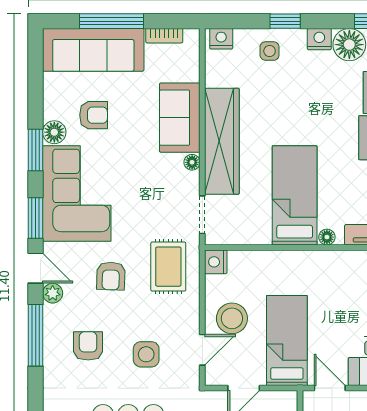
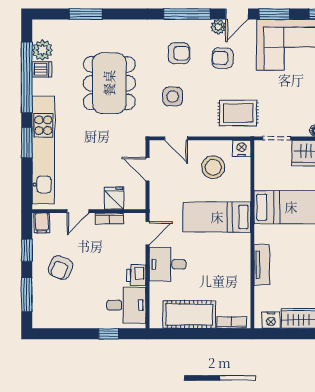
floor lamp: (327, 237) -> (260, 231), removed
armchair: (111, 276) -> (223, 58), moved
stool: (232, 318) -> (213, 167), moved
bed: (287, 341) -> (217, 217), moved, turned 180

